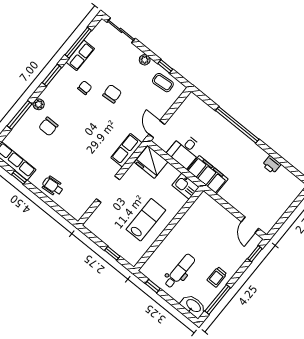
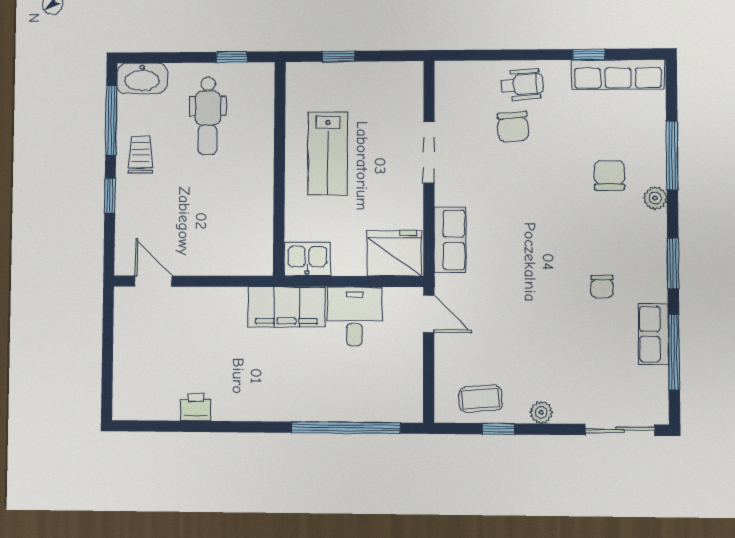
chair: (112, 94) -> (513, 127), moved
window: (237, 125) -> (346, 428), moved
window: (255, 254) -> (110, 196), moved

